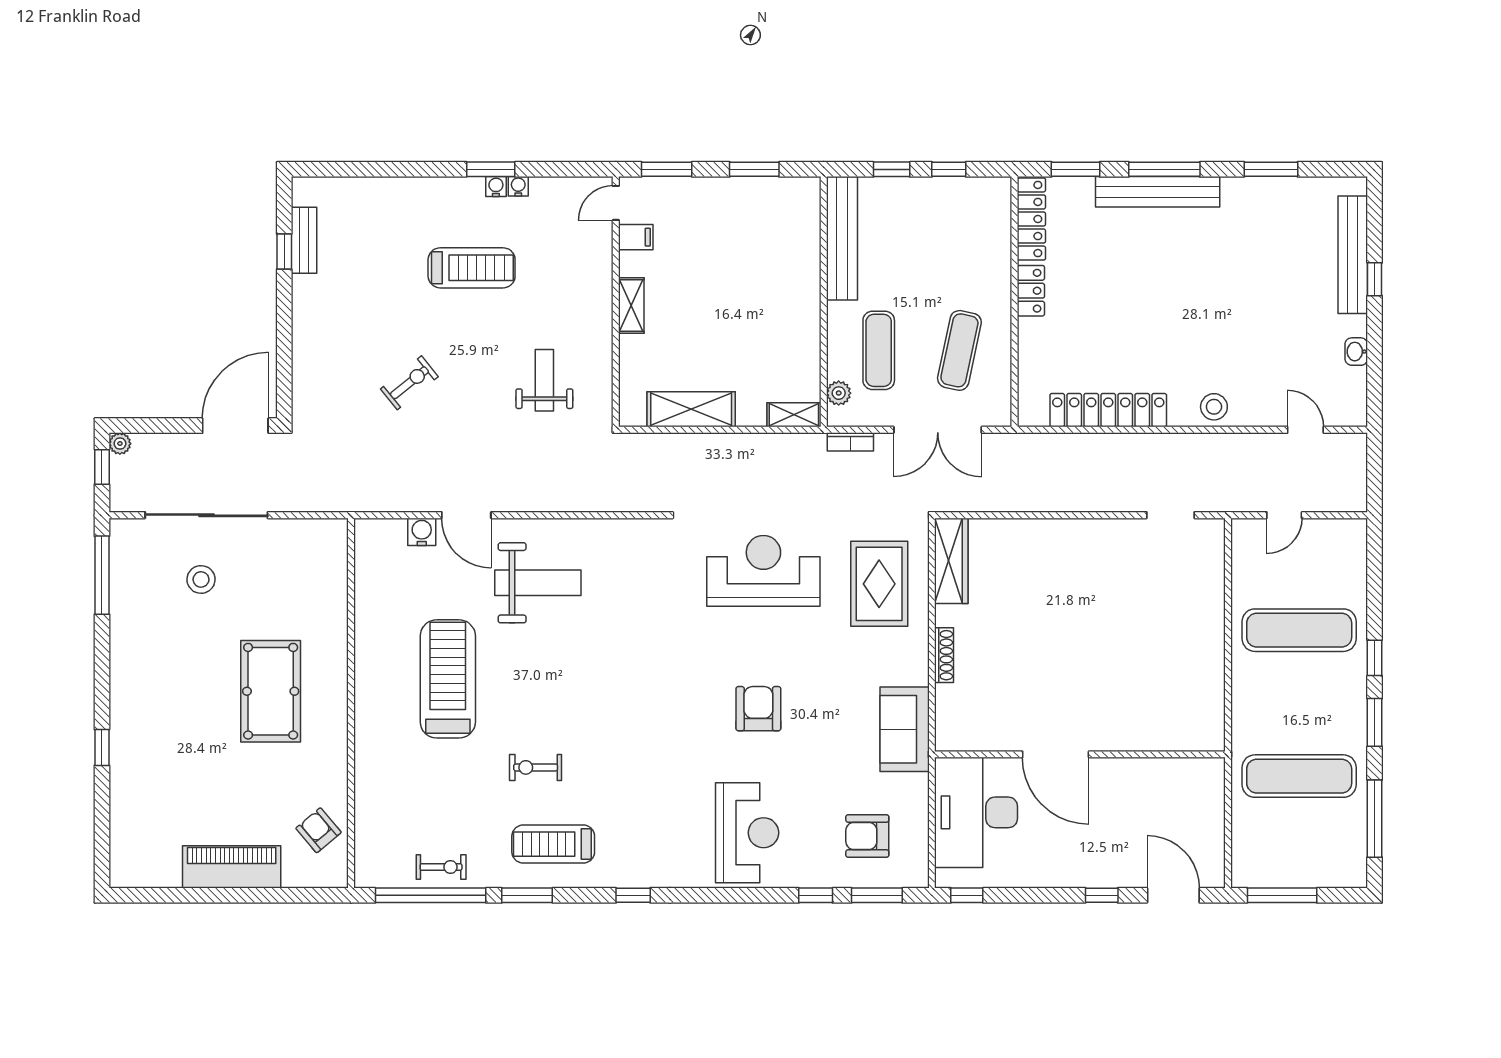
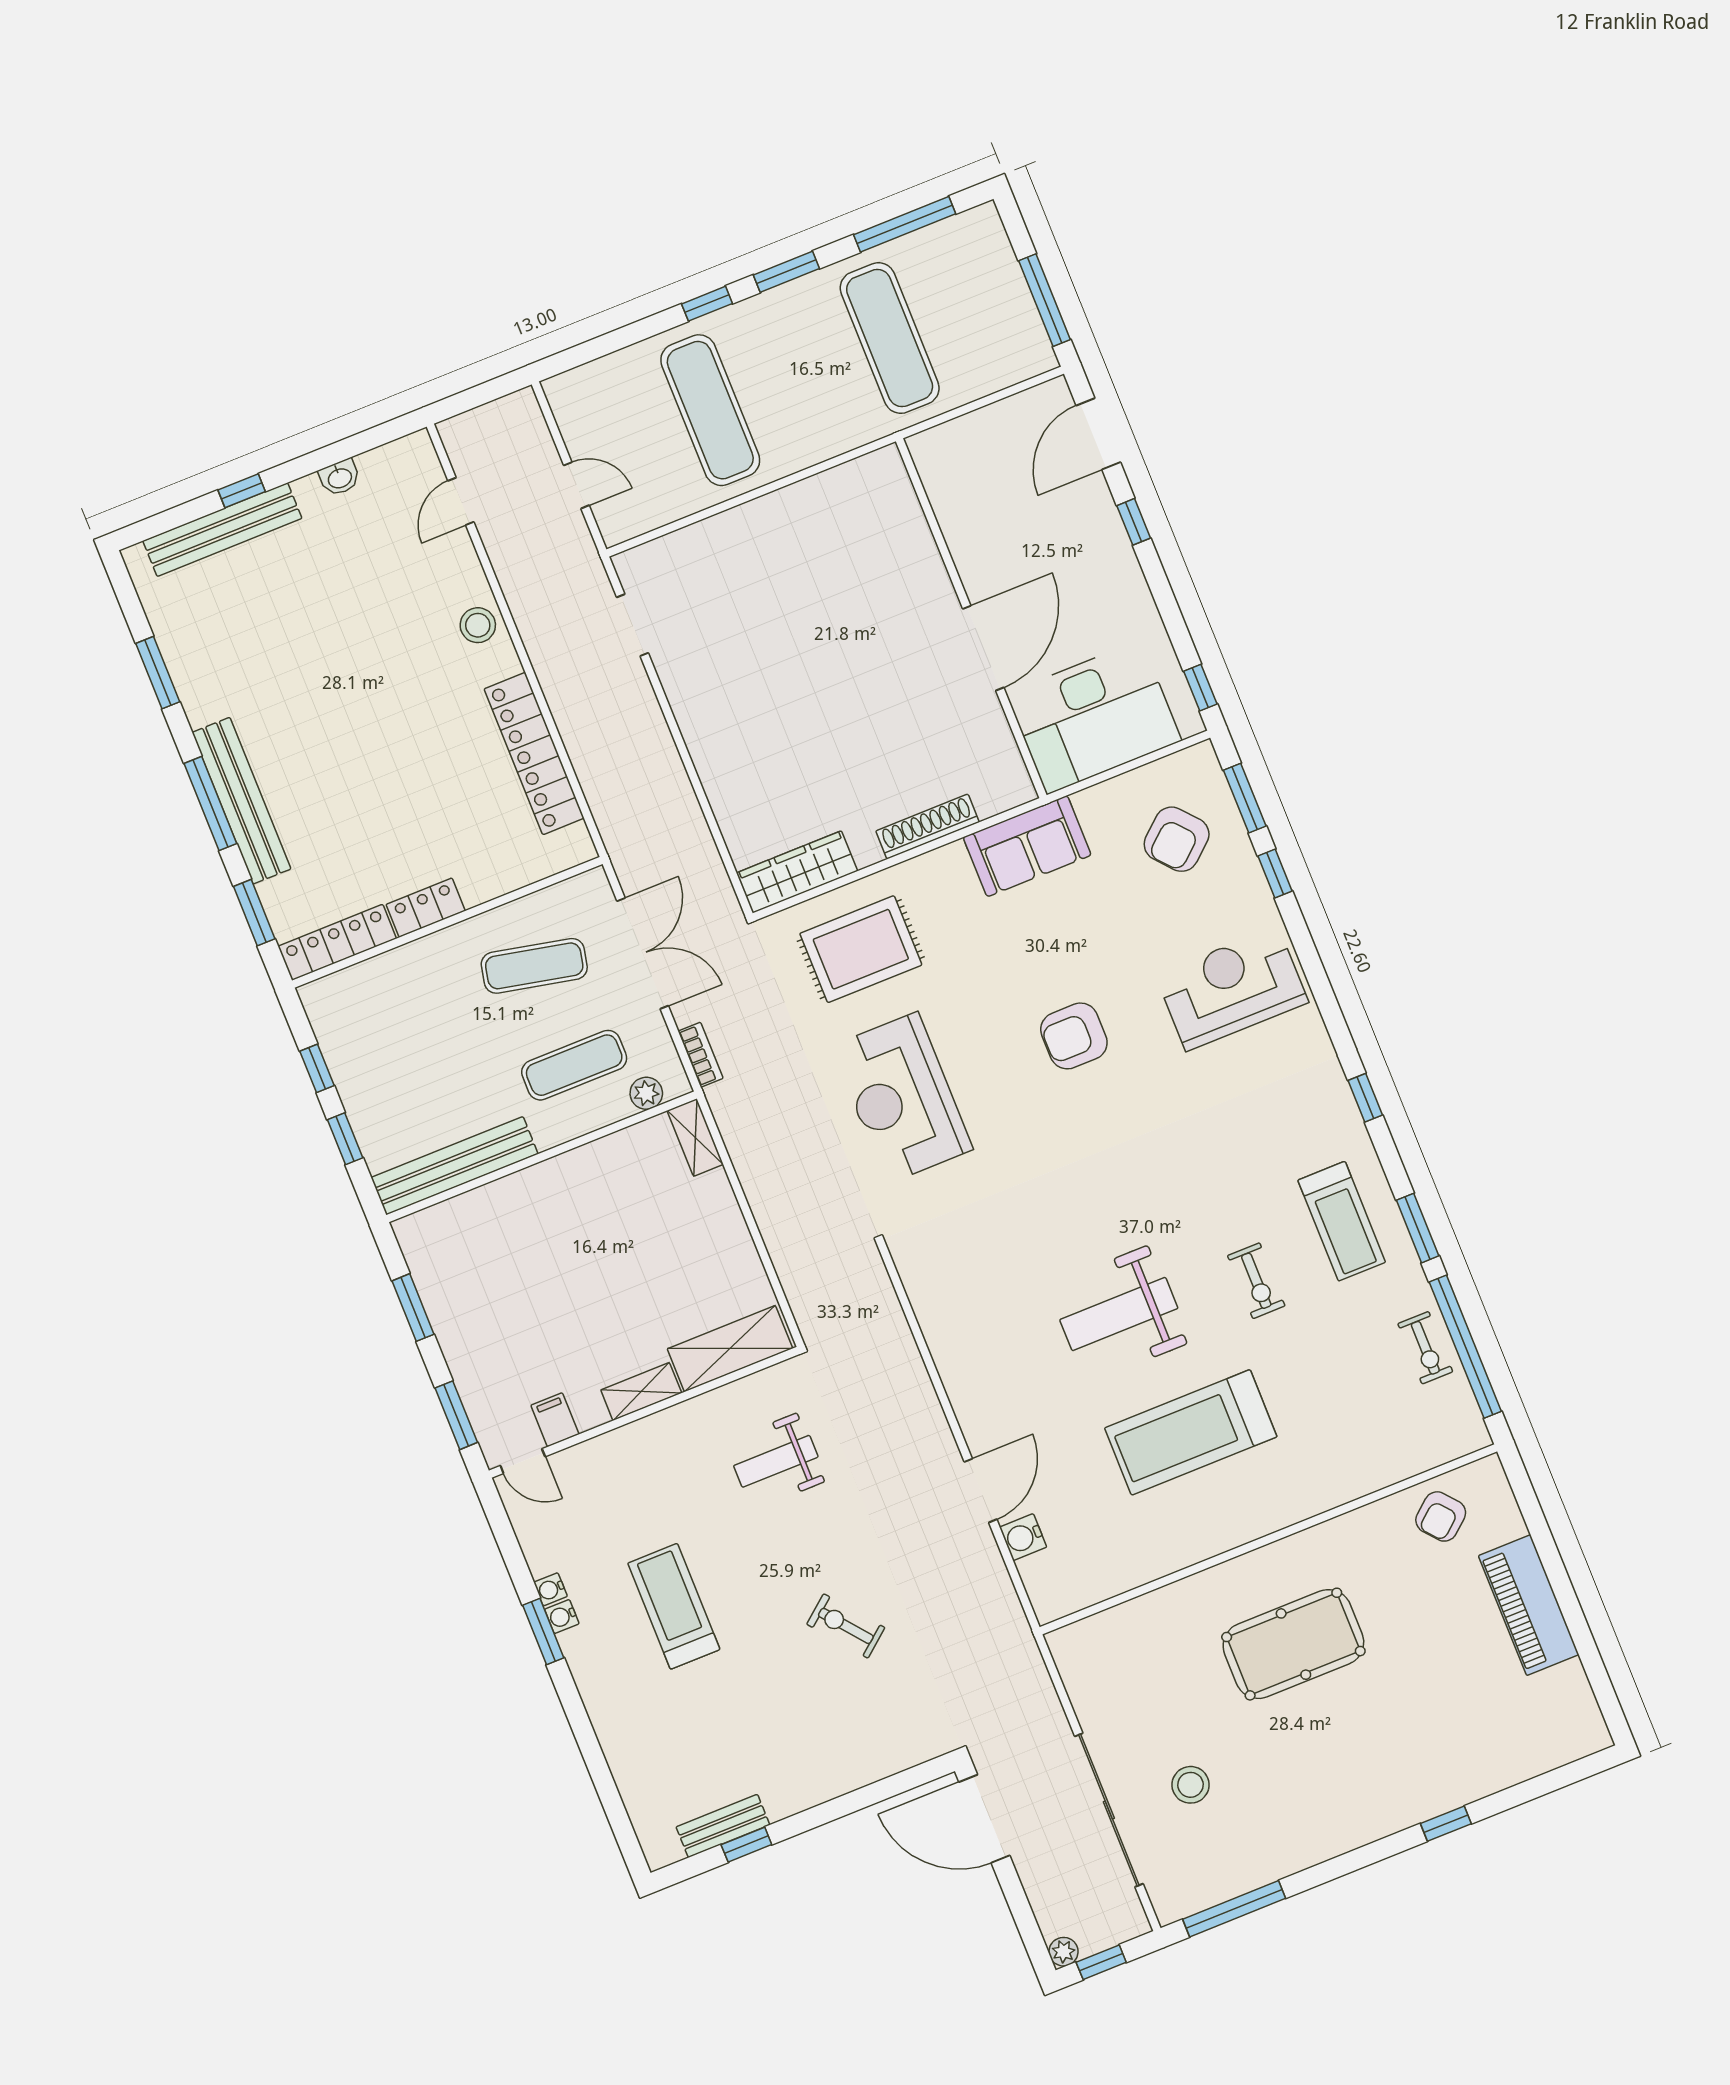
shelving: (691, 409) -> (730, 1349), moved, turned 90
weight bench: (538, 583) -> (1119, 1314), moved, turned -90
shoe rack: (944, 655) -> (927, 827), width x1.36, depth x1.24
armchair: (867, 836) -> (1177, 839), turned 49
exercise bike: (441, 867) -> (1425, 1348), turned 180

